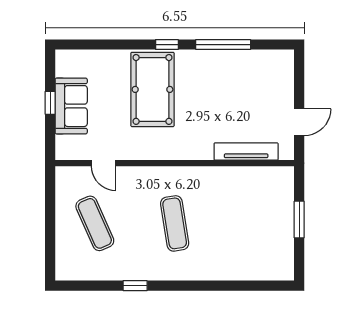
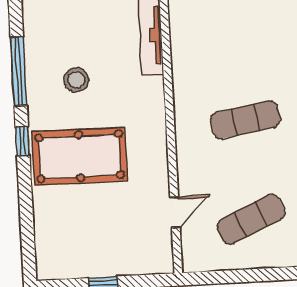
stool: (214, 90) -> (76, 80), added
sofa: (71, 106) -> (106, 257), removed

